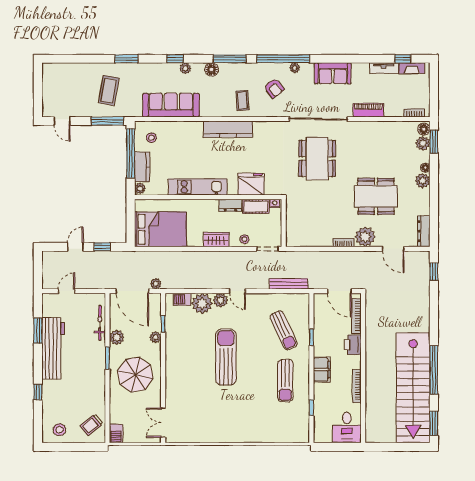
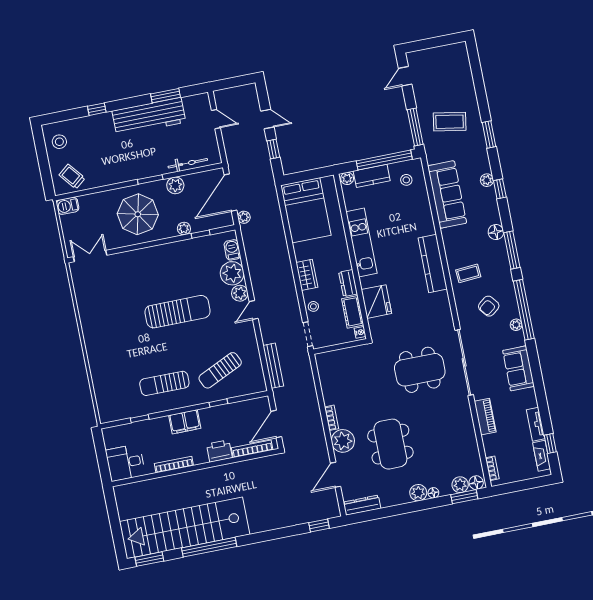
plant: (185, 68) -> (487, 180), moved

